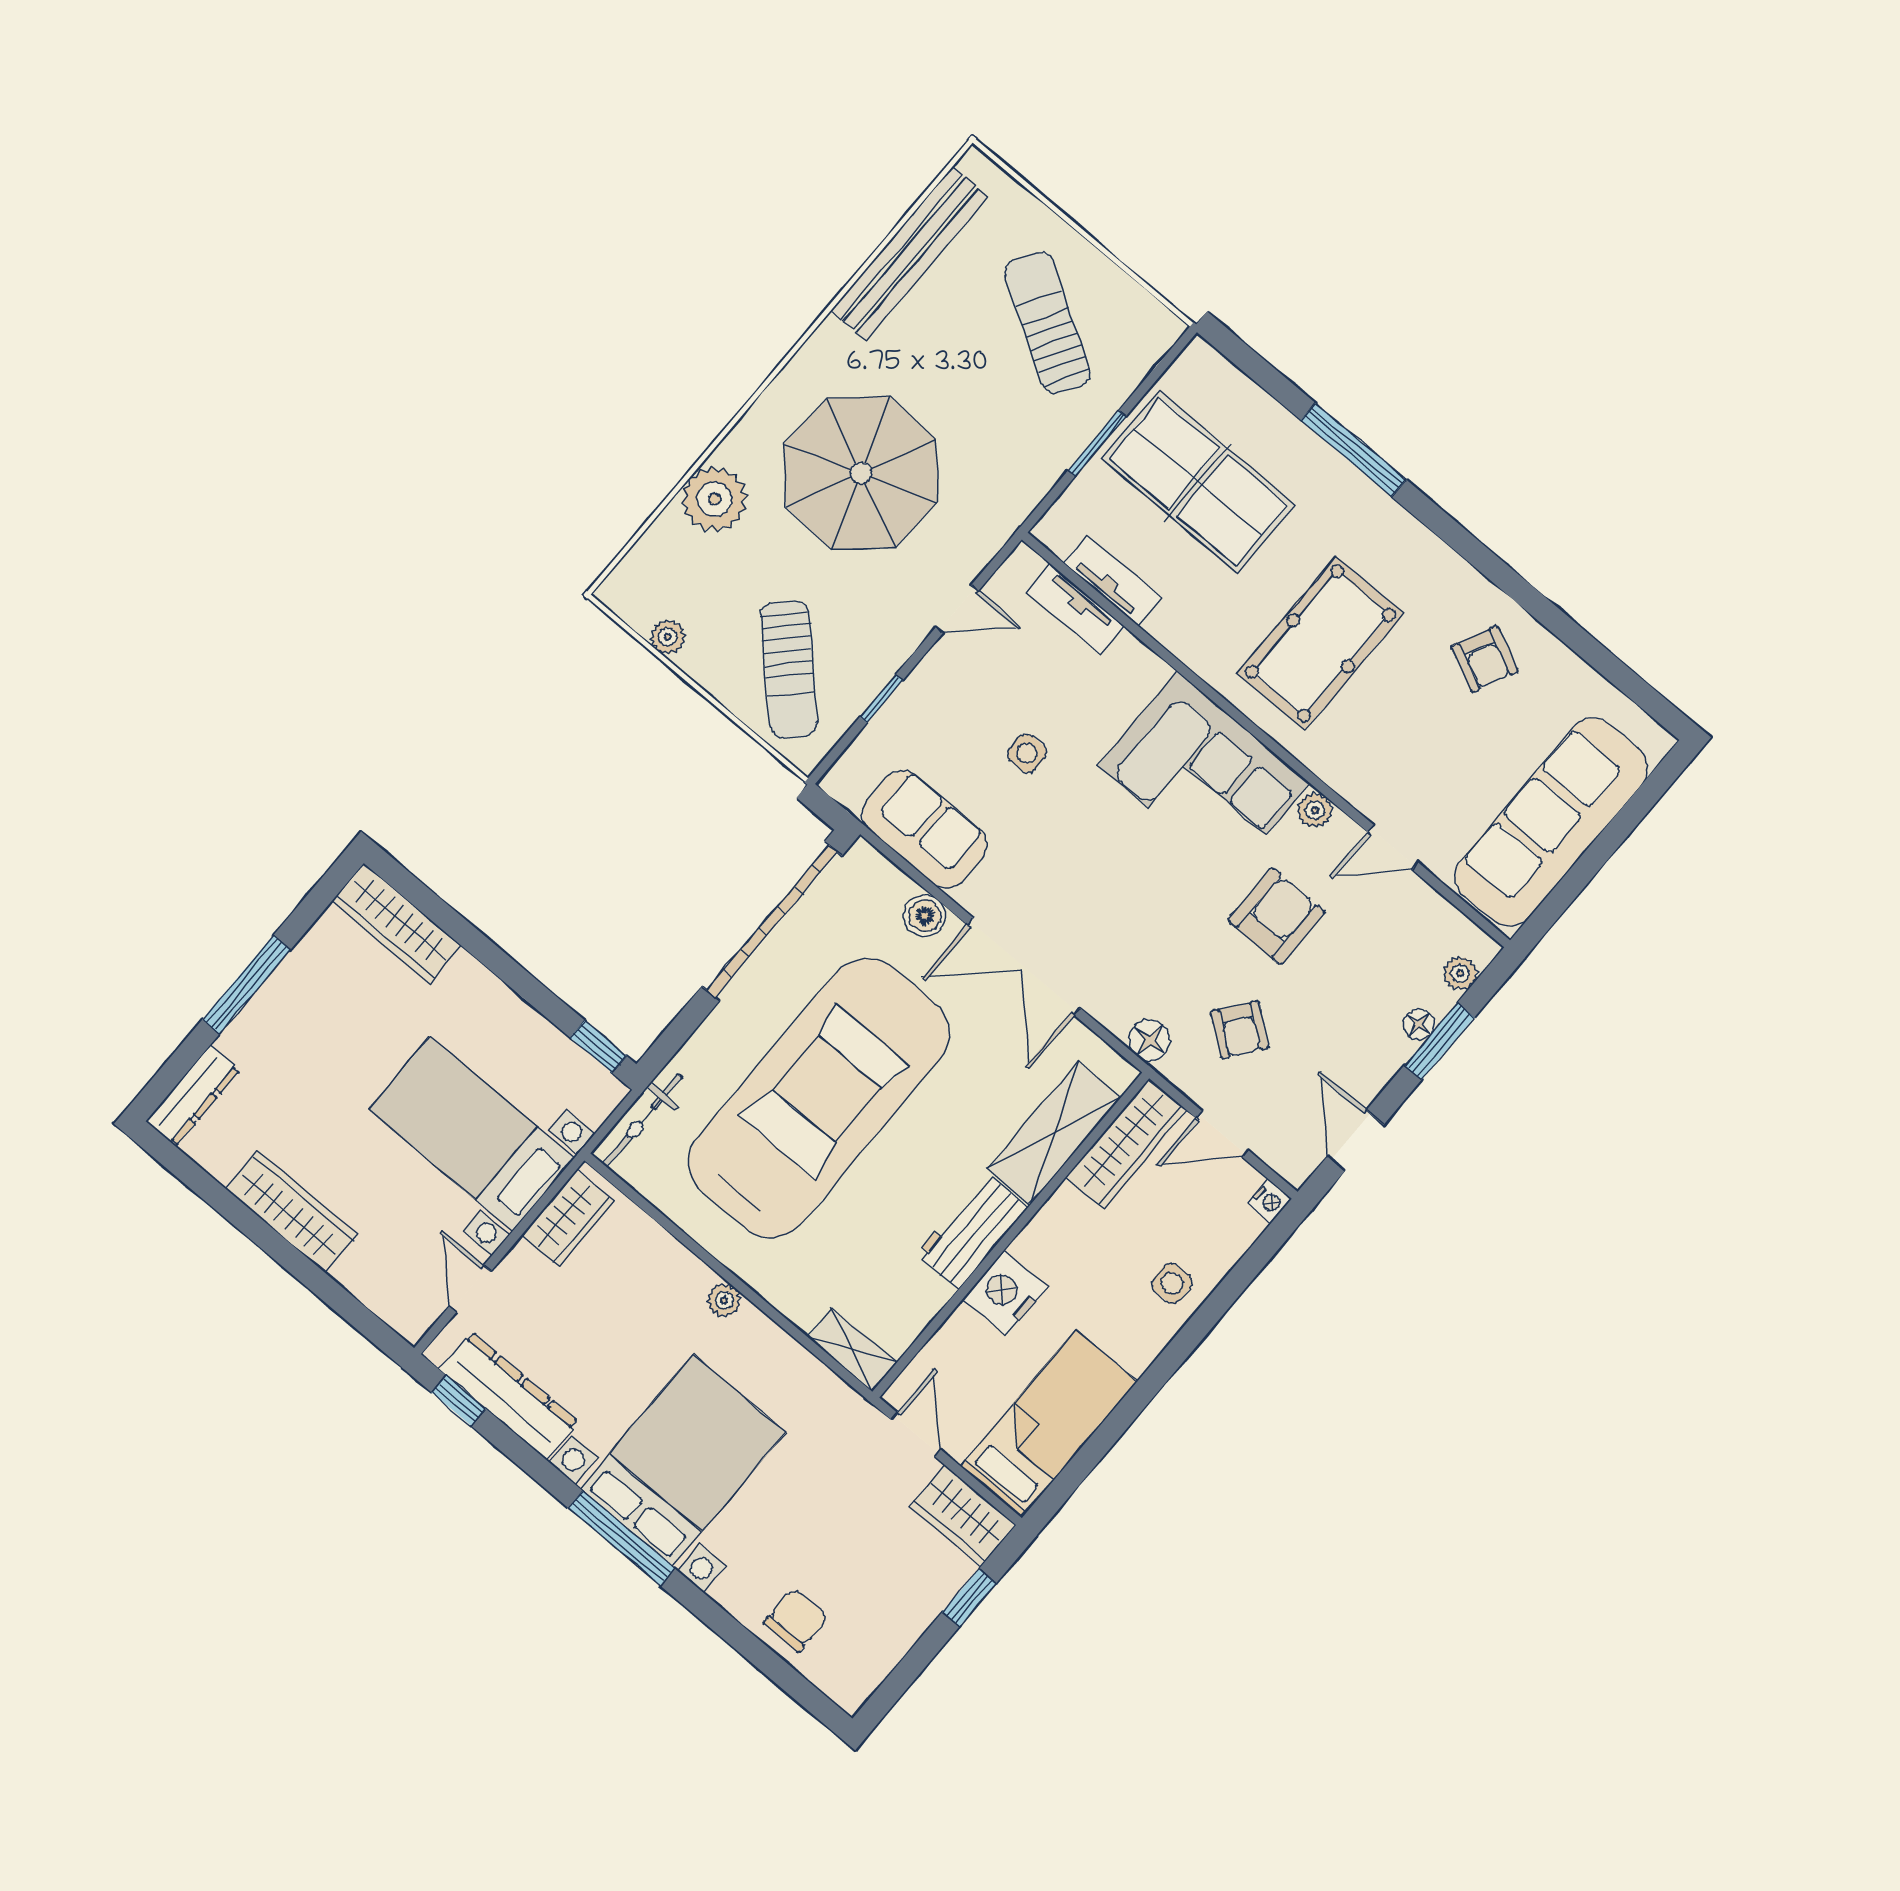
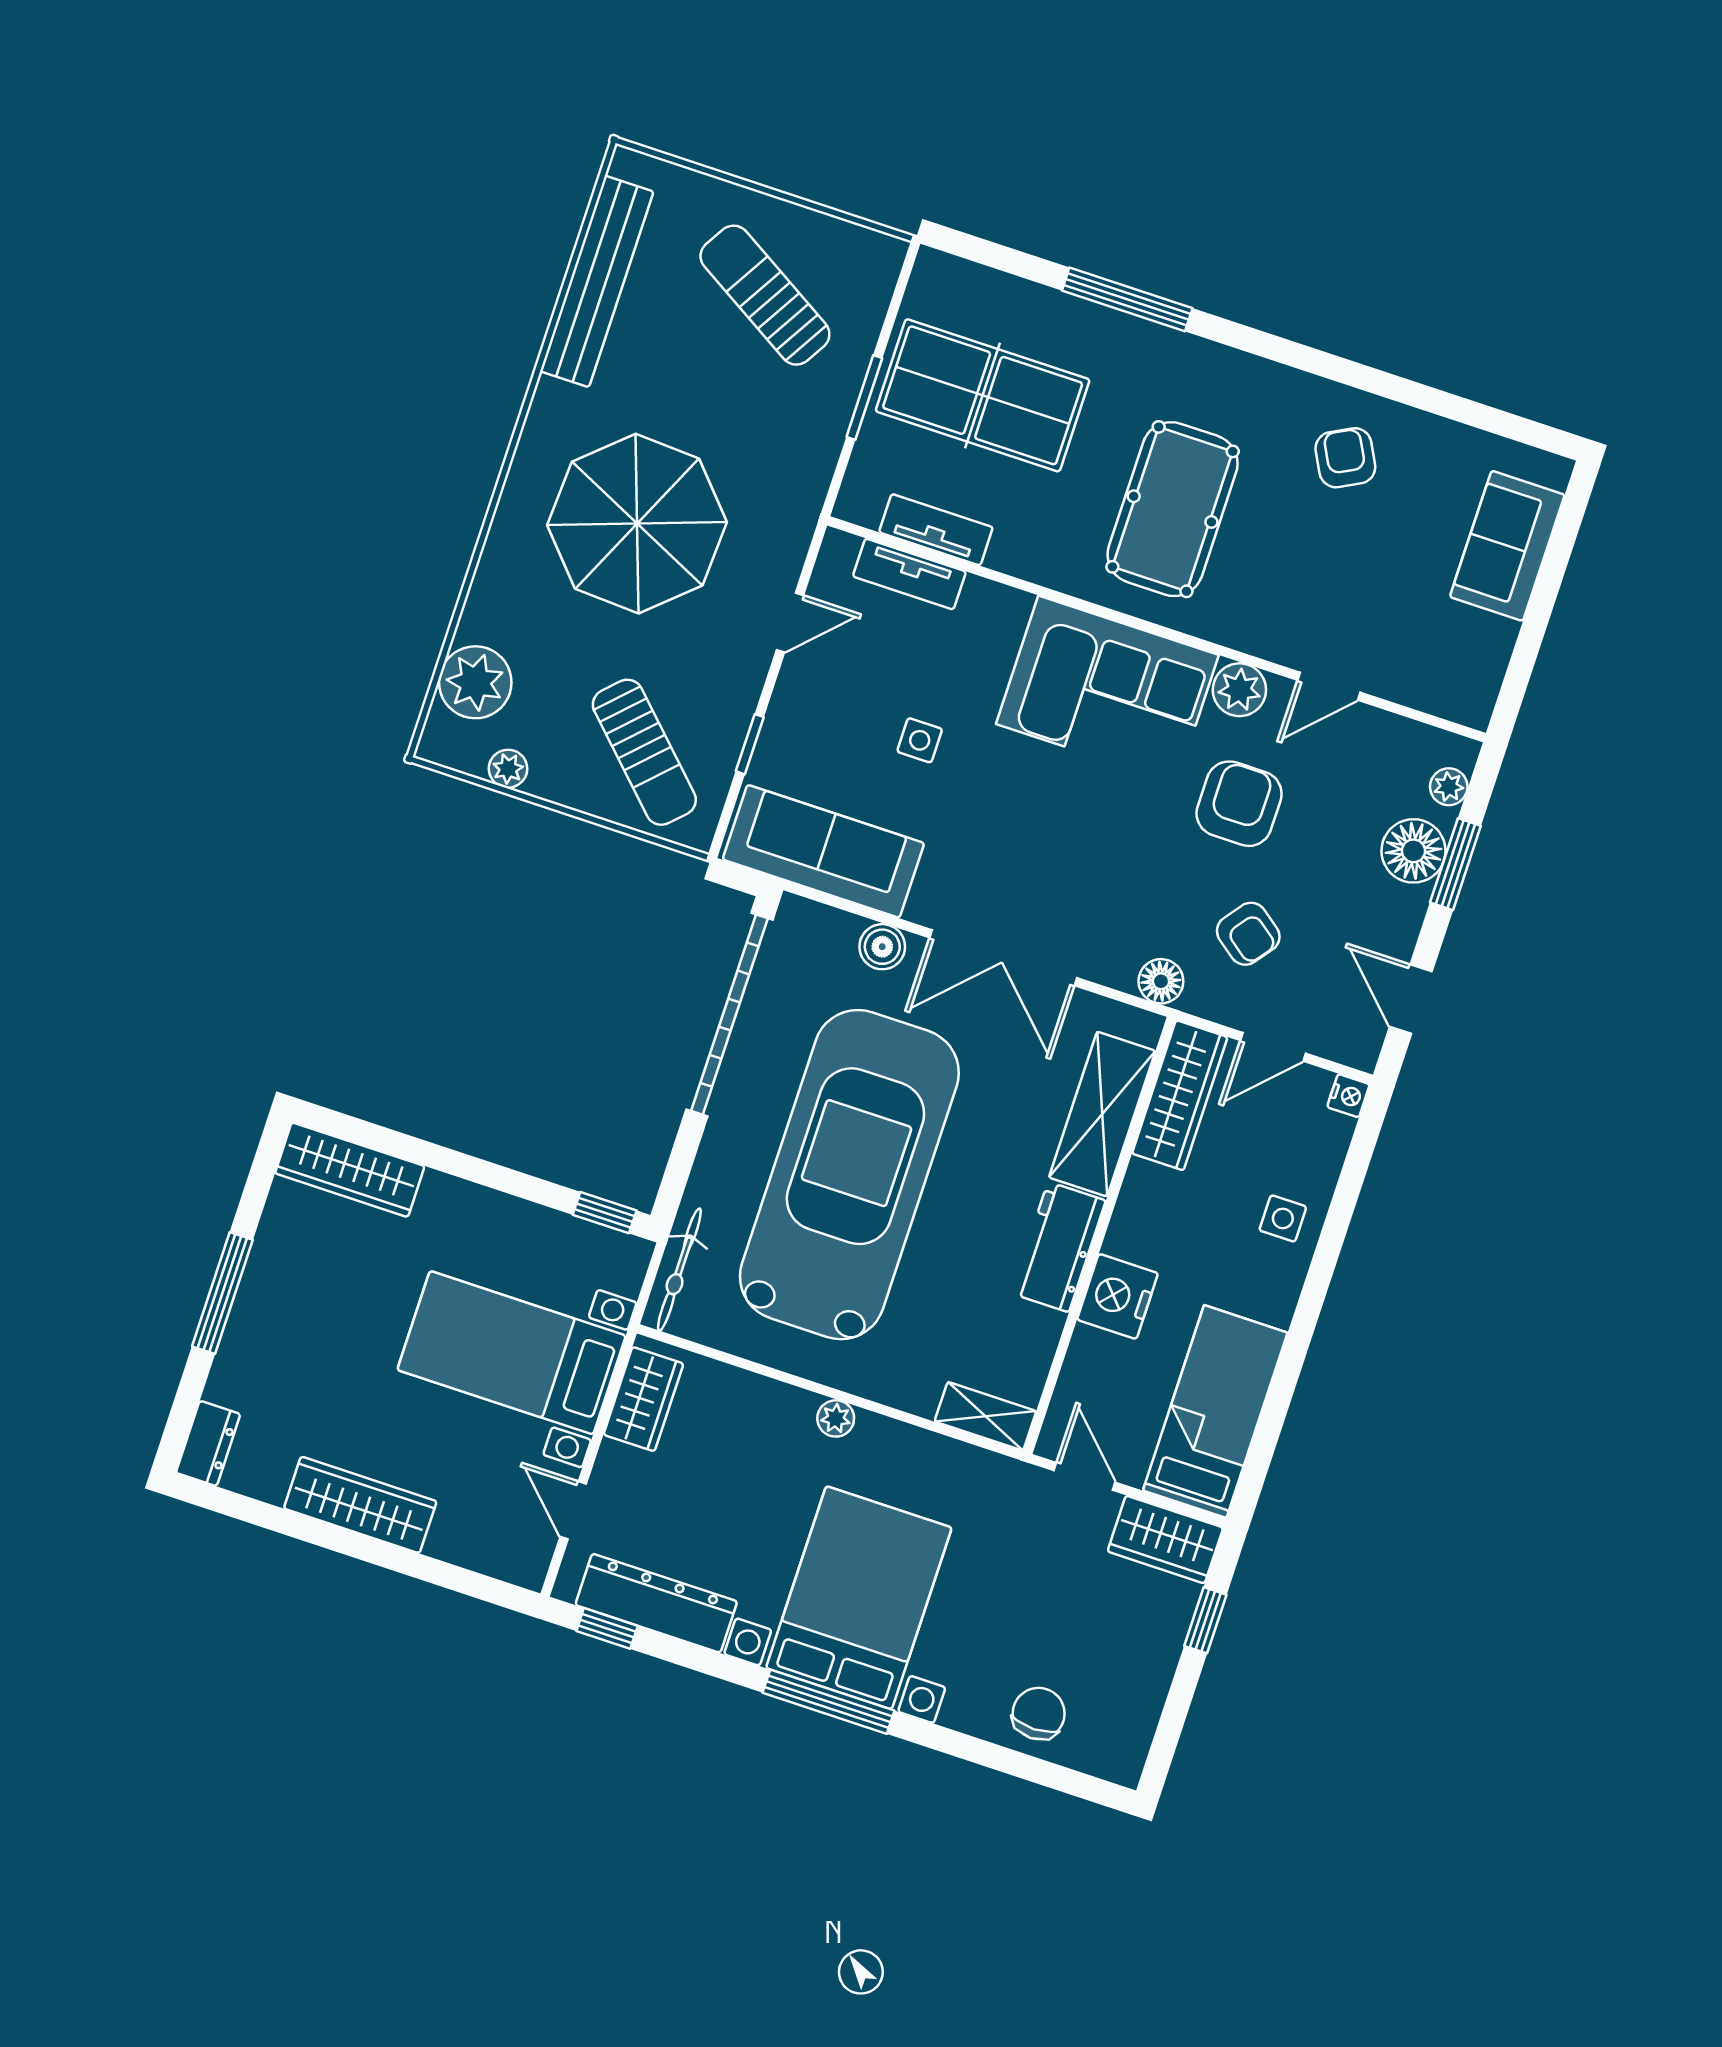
plant: (715, 499) -> (475, 682), moved
armchair: (1485, 659) -> (1345, 458), turned -143
plant: (1315, 810) -> (1239, 690), width x1.38, depth x1.38
sofa: (1551, 822) -> (1507, 546), width x0.54, depth x0.79
sofa: (925, 829) -> (823, 851), width x1.36
floor lamp: (1419, 1025) -> (1413, 851), width x1.89, depth x1.89
dresser: (193, 1096) -> (208, 1443), width x0.70

